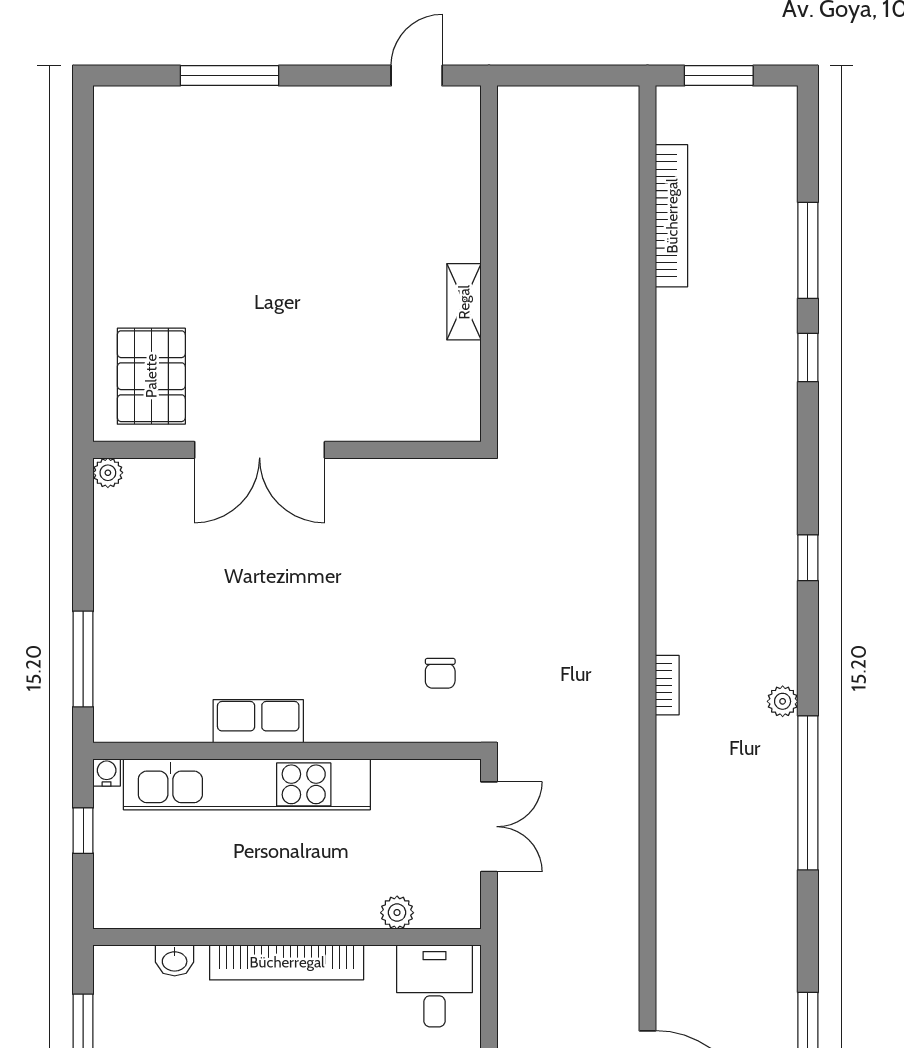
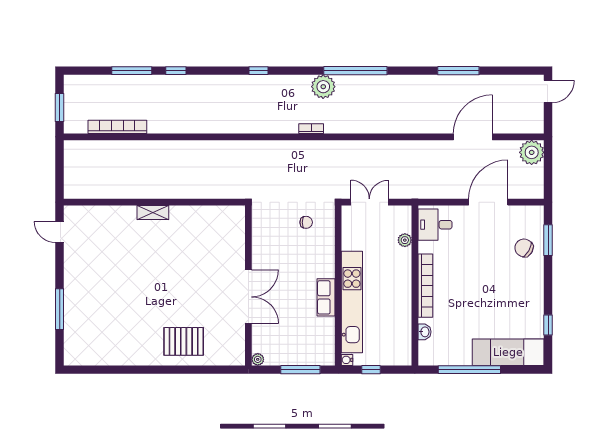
double door: (260, 450) -> (248, 297), moved
wall: (287, 450) -> (248, 285), moved
plant: (108, 473) -> (258, 359), moved
plant: (783, 701) -> (323, 87), width x1.87, depth x1.87

